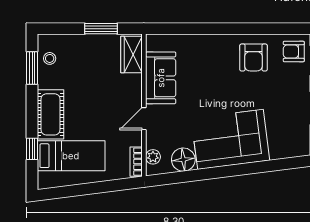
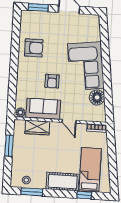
armchair: (294, 52) -> (52, 81), moved
wardrobe: (131, 55) -> (37, 128), moved
plant: (153, 157) -> (20, 112), moved

